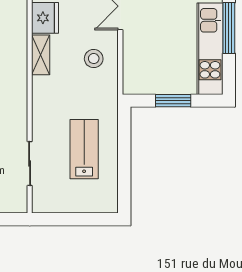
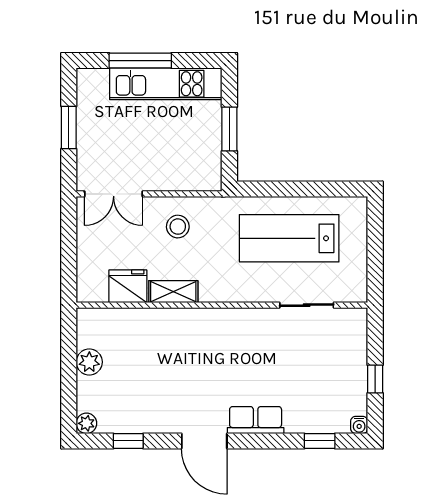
lab bench: (84, 149) -> (289, 238), width x1.36, depth x1.39

